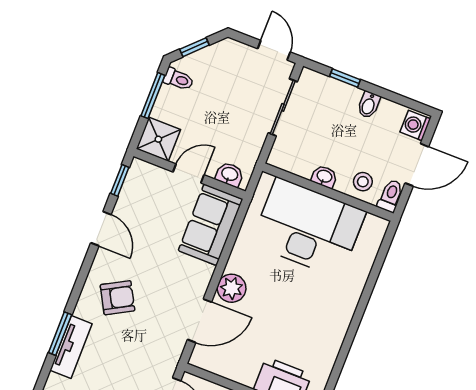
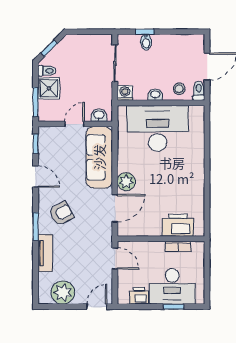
door: (274, 50) -> (97, 32), removed
window: (153, 96) -> (36, 102), moved
bidet: (369, 105) -> (146, 42), moved
washing machine: (415, 125) -> (125, 93), moved, turned 90
shower: (158, 139) -> (49, 88), moved
sofa: (211, 225) -> (99, 157), width x1.36
window: (60, 334) -> (36, 227), moved

